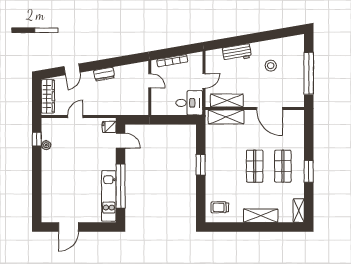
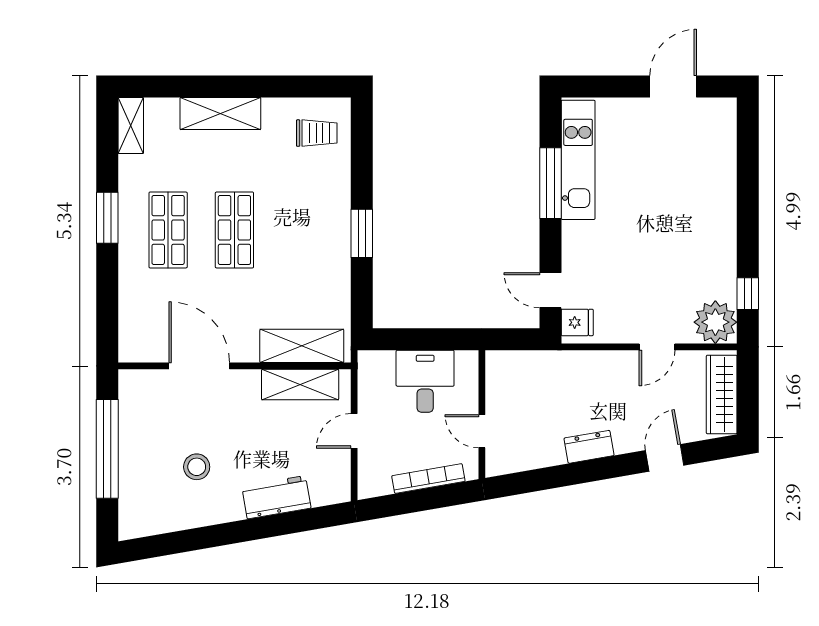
desk: (189, 103) -> (425, 381), moved, turned 90
plant: (46, 145) -> (715, 322), moved, width x1.88, depth x1.88
window: (121, 186) -> (550, 183), width x0.68

